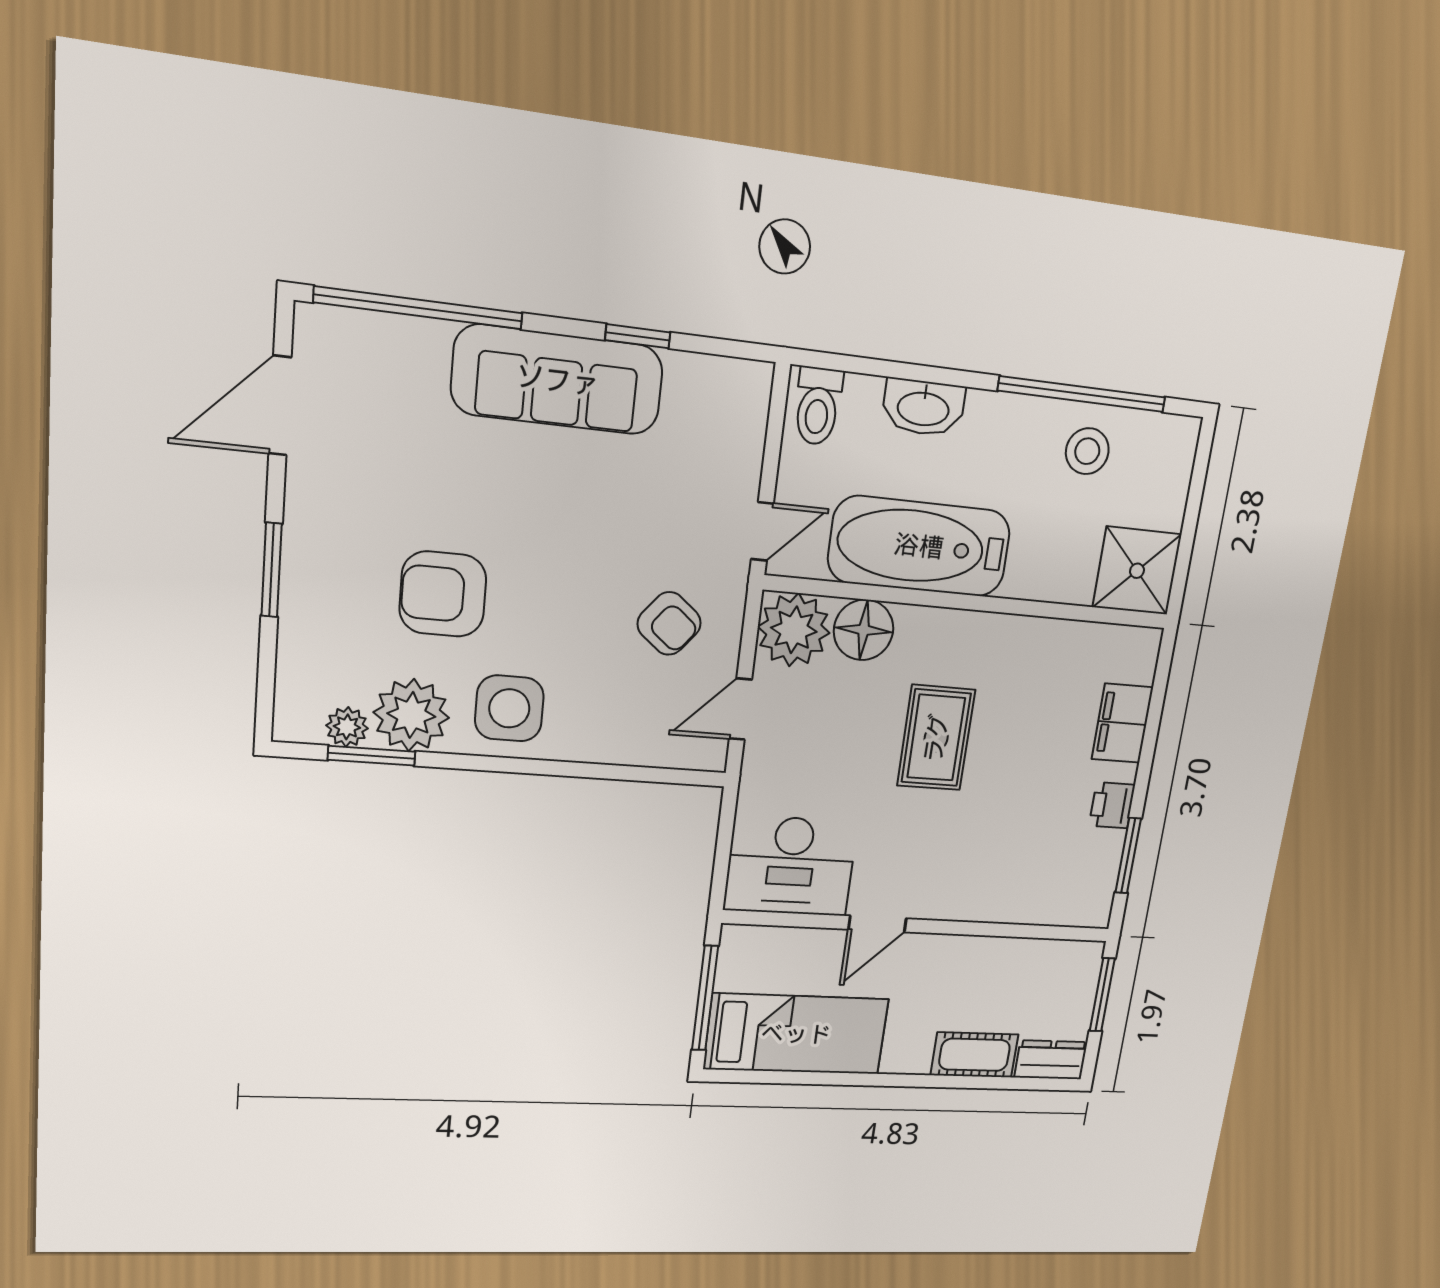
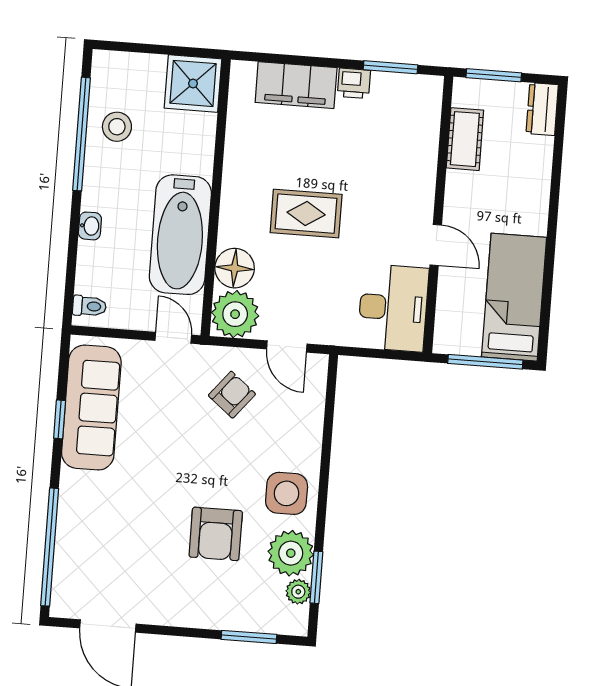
sofa: (558, 380) -> (91, 408), moved
toilet: (818, 406) -> (89, 306), width x0.73, depth x0.72
washbasin: (923, 407) -> (90, 226), width x0.52, depth x0.69
window: (272, 570) -> (249, 637), moved
filing cabinet: (1122, 723) -> (296, 85), width x1.50, depth x1.17
cot: (975, 1055) -> (465, 139), moved

